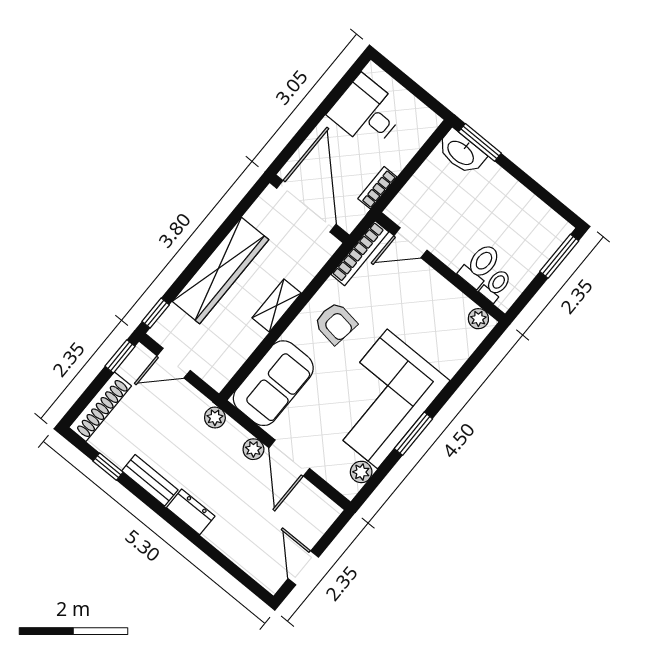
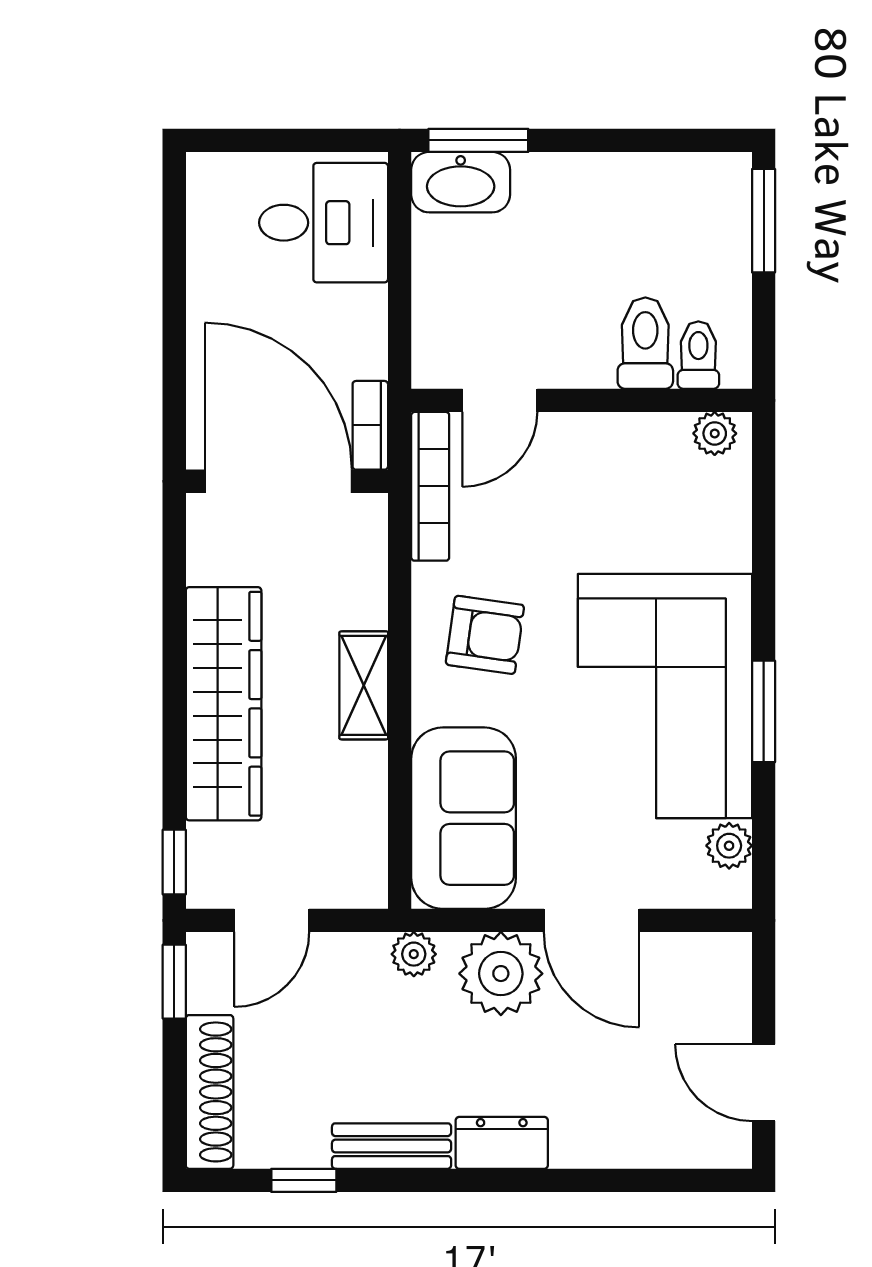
desk: (367, 112) -> (324, 223), moved, turned 180
bookcase: (377, 188) -> (370, 425), moved
plant: (253, 449) -> (501, 974), width x1.88, depth x1.88

